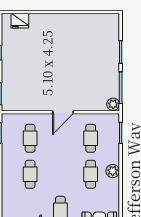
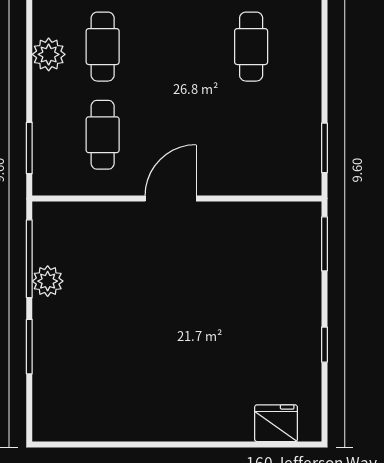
plant: (113, 104) -> (48, 281), moved
cafe table: (30, 138) -> (251, 135), removed

